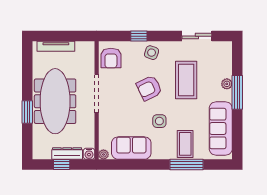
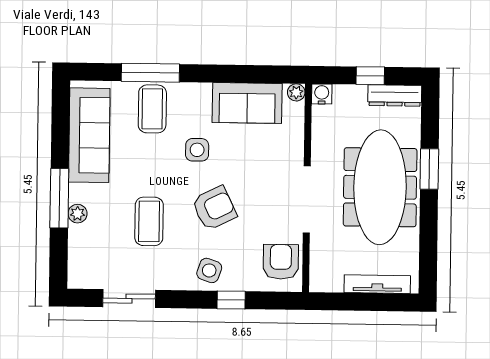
coffee table: (186, 80) -> (149, 221), width x0.73, depth x0.76
dresser: (67, 153) -> (395, 95), moved

